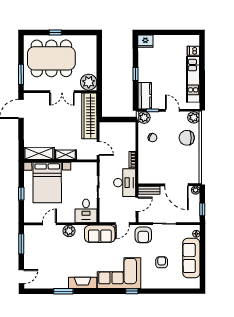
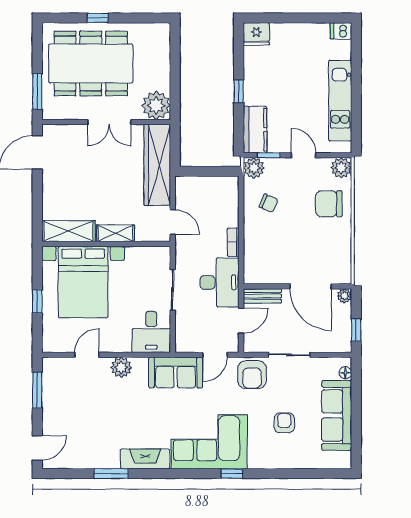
dishwasher: (193, 51) -> (341, 31), moved

